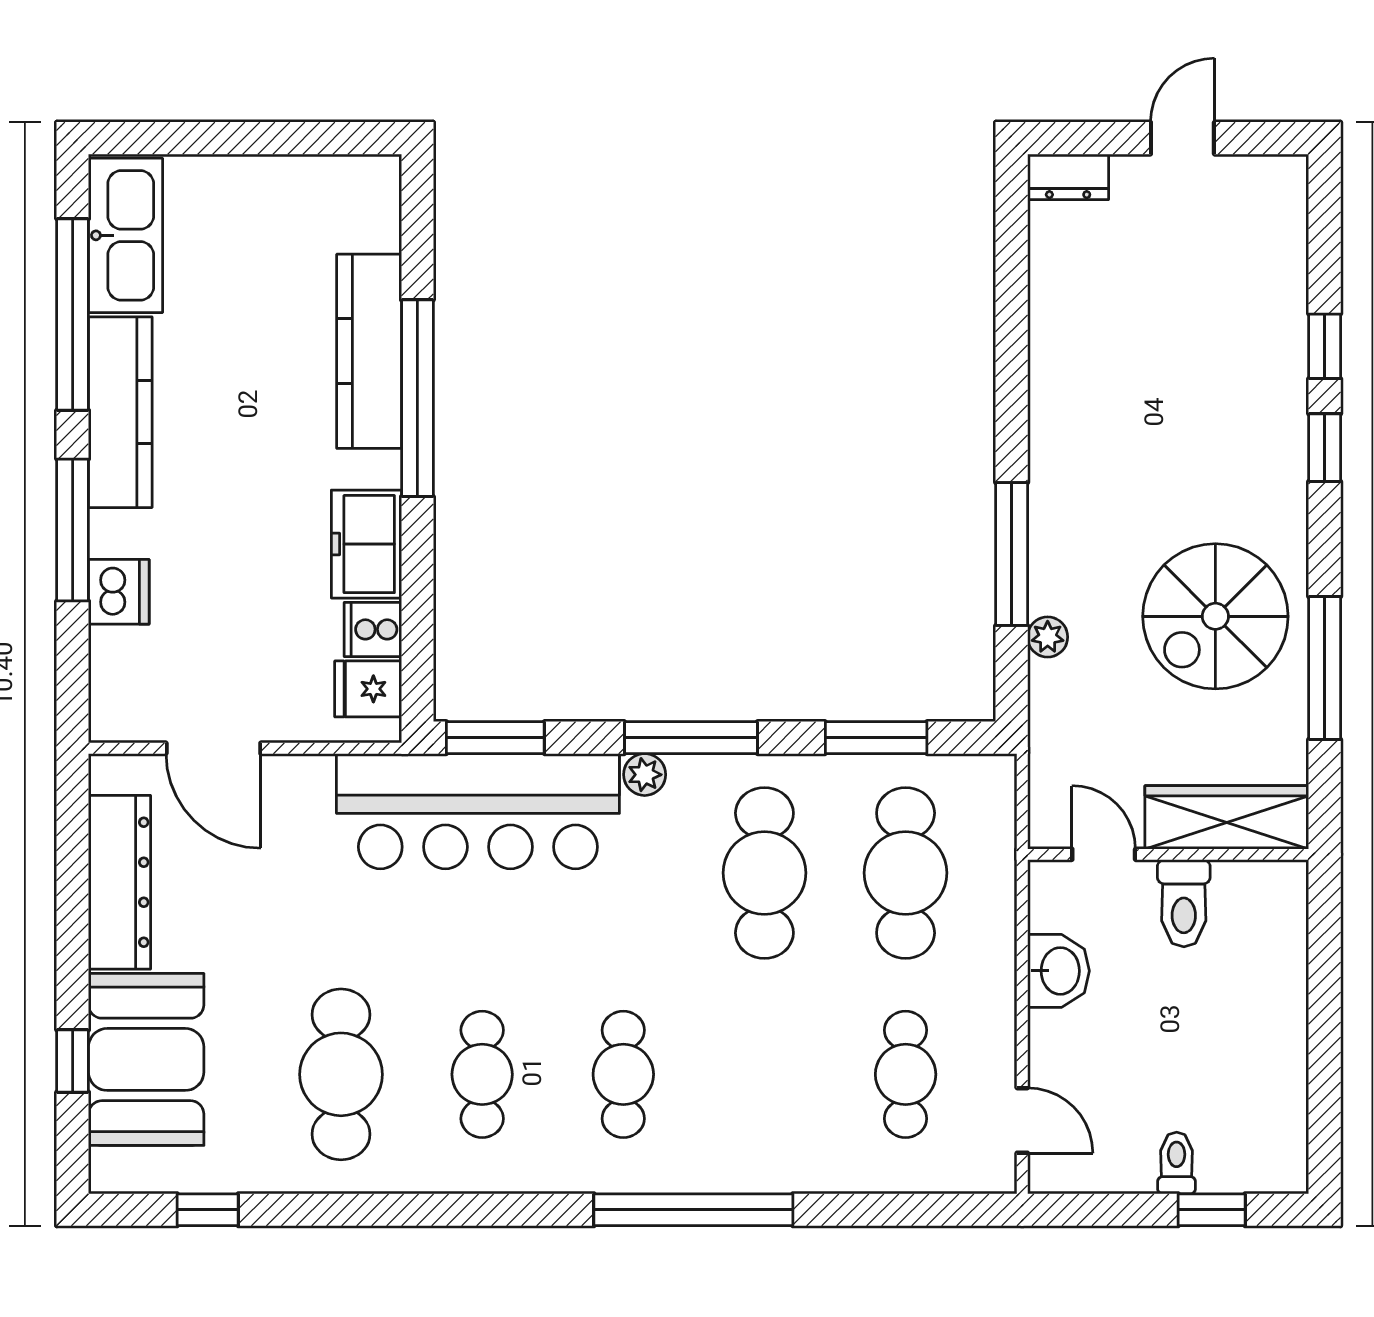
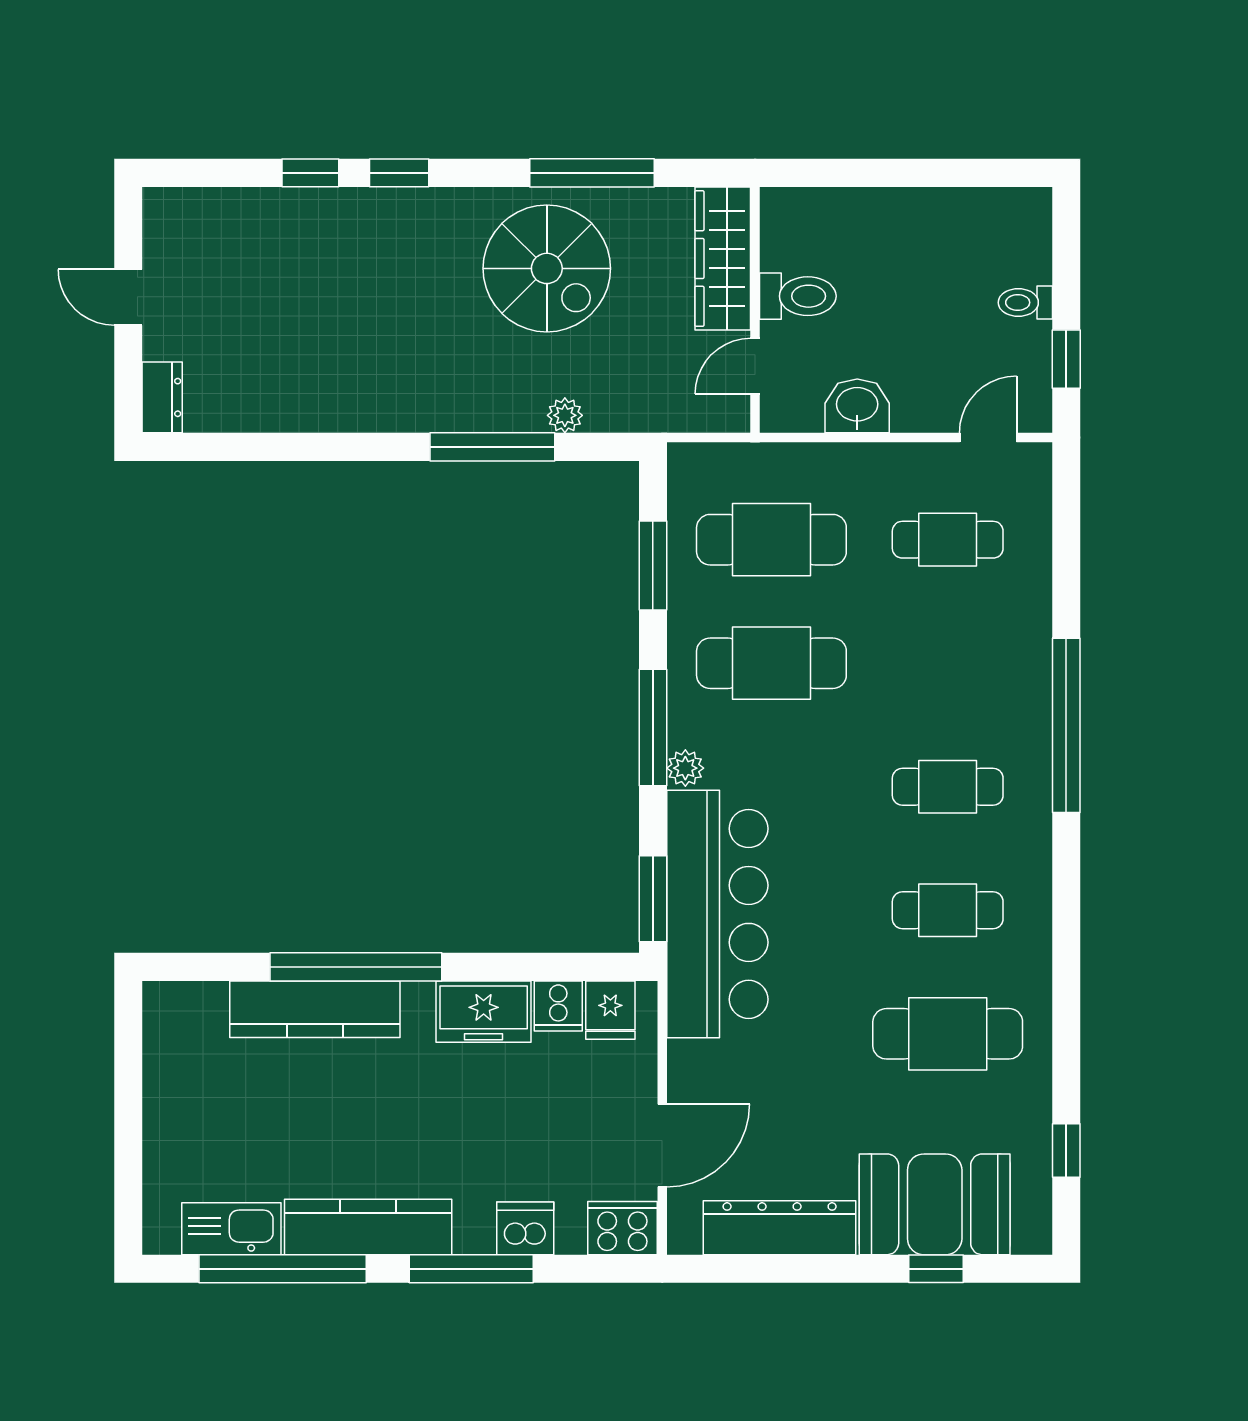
kitchen sink: (126, 235) -> (231, 1229), width x0.73, depth x0.81
cooker: (119, 703) -> (622, 1228), added
window: (1212, 1210) -> (1066, 359), moved

